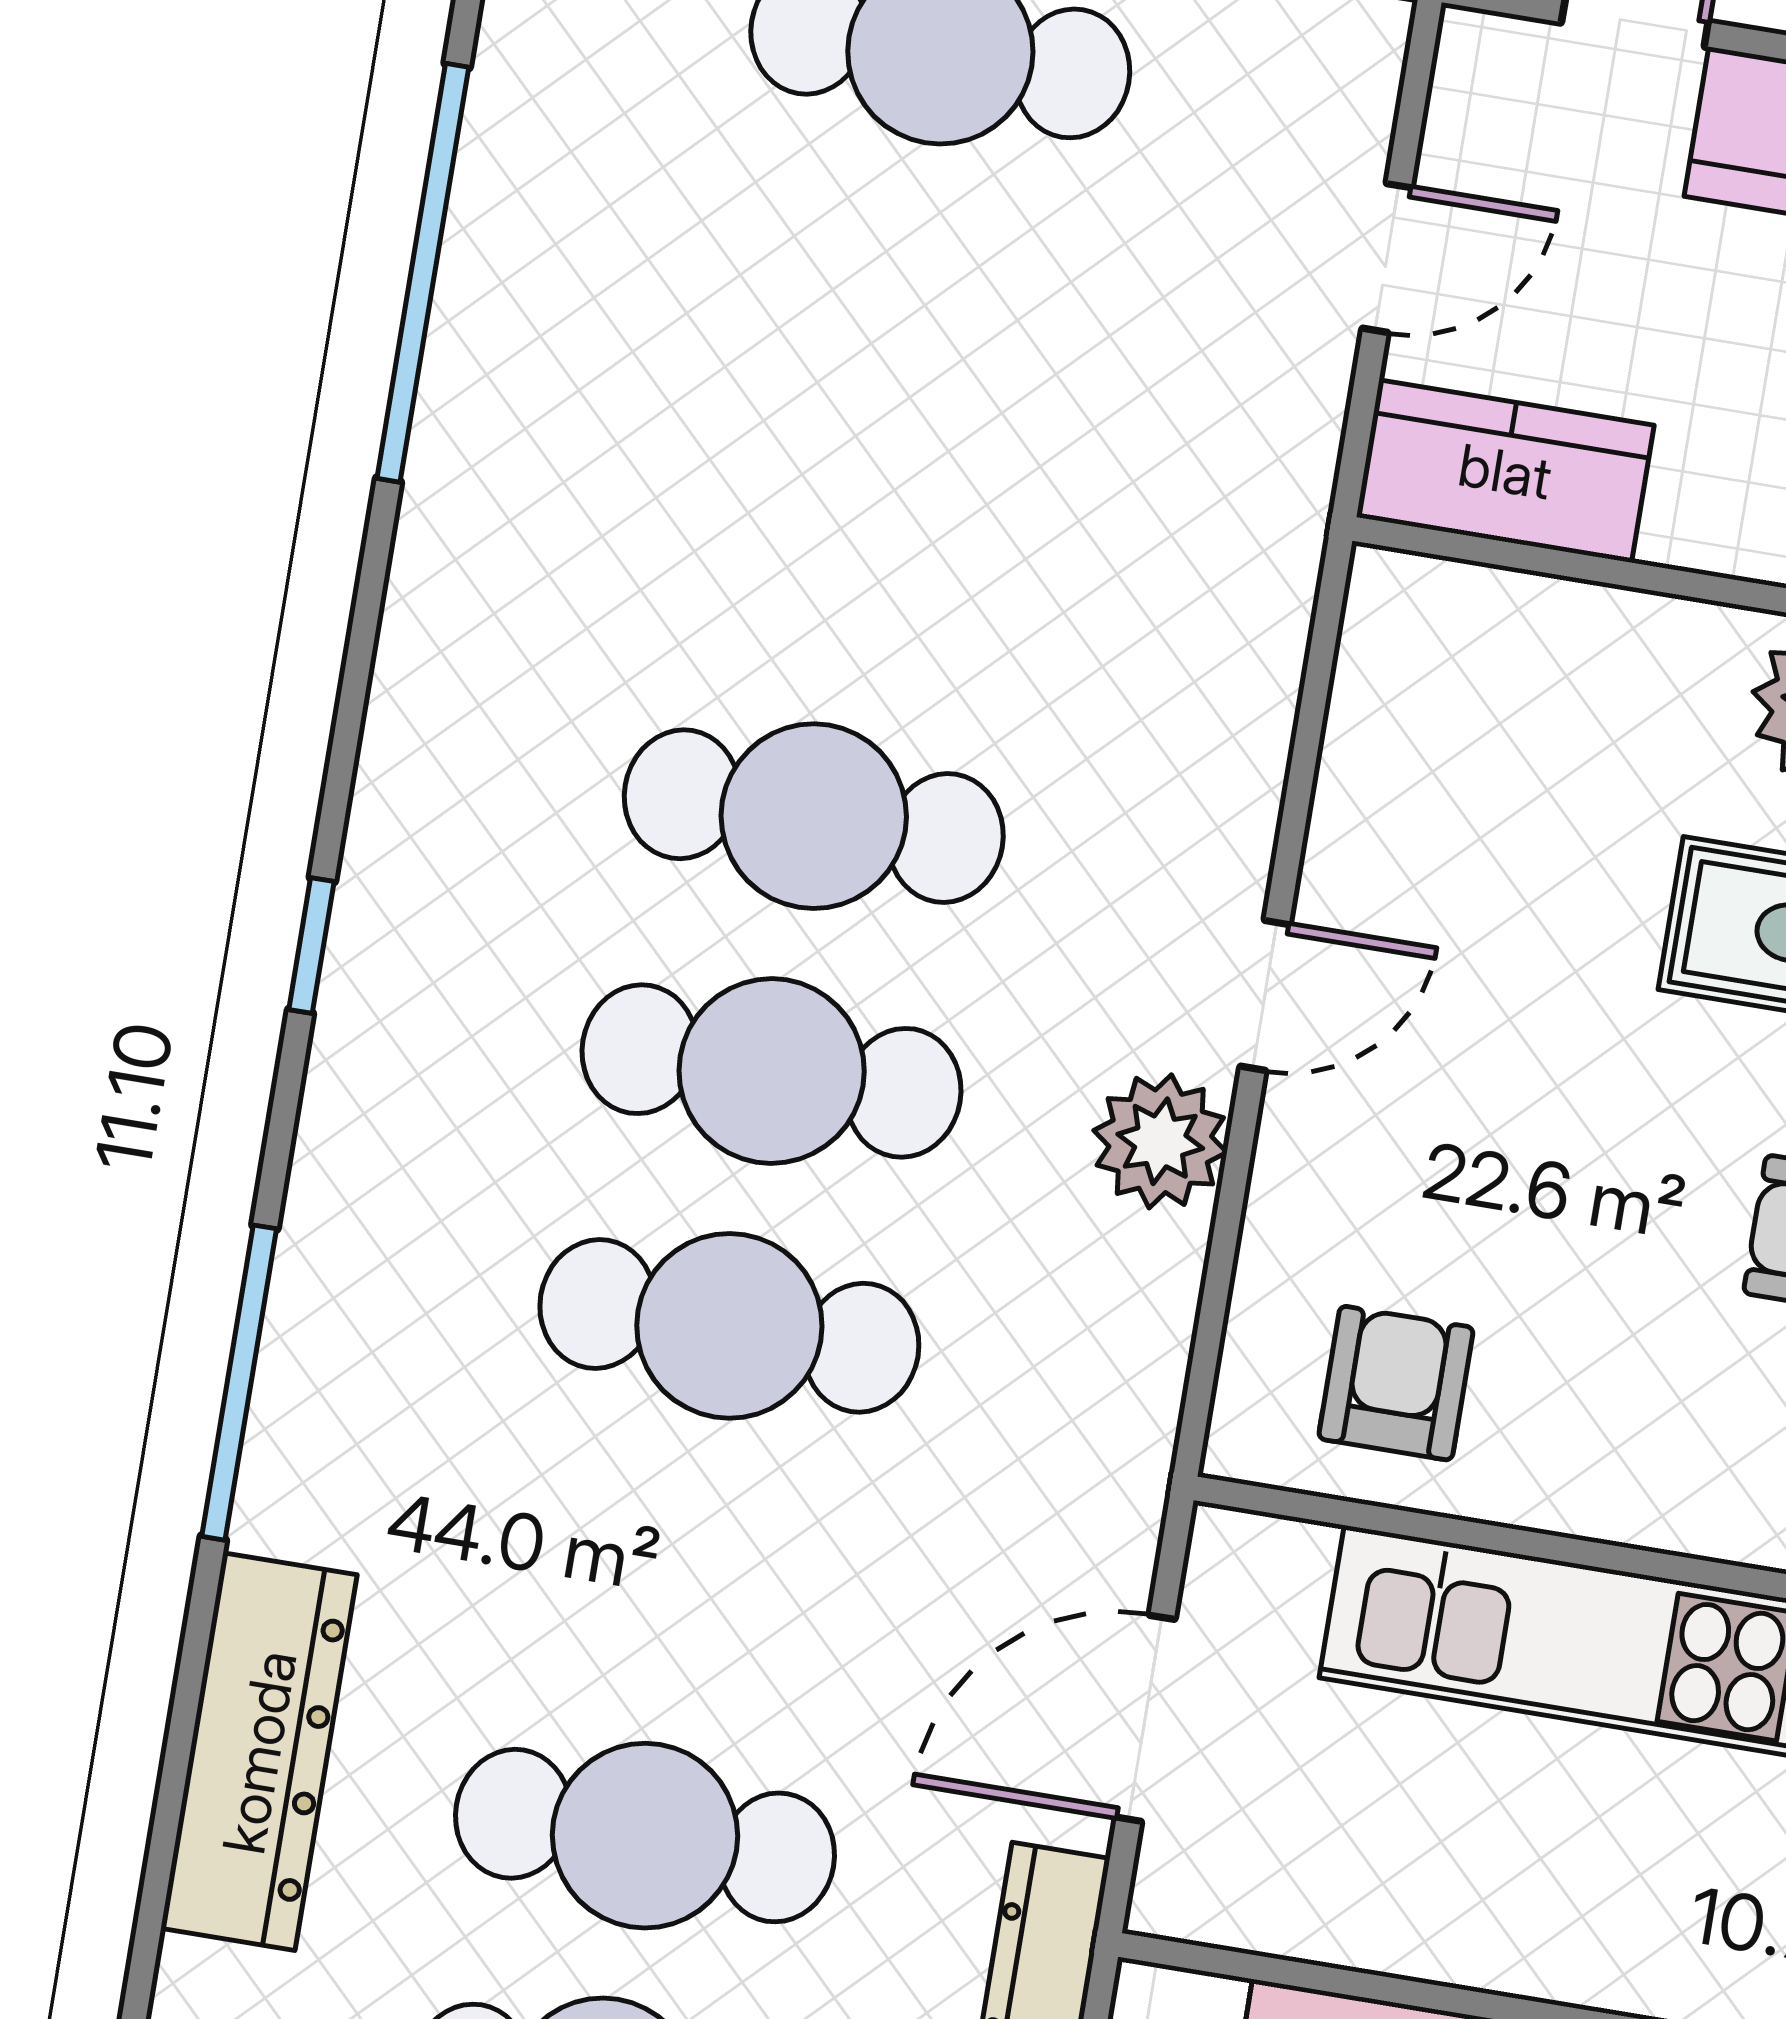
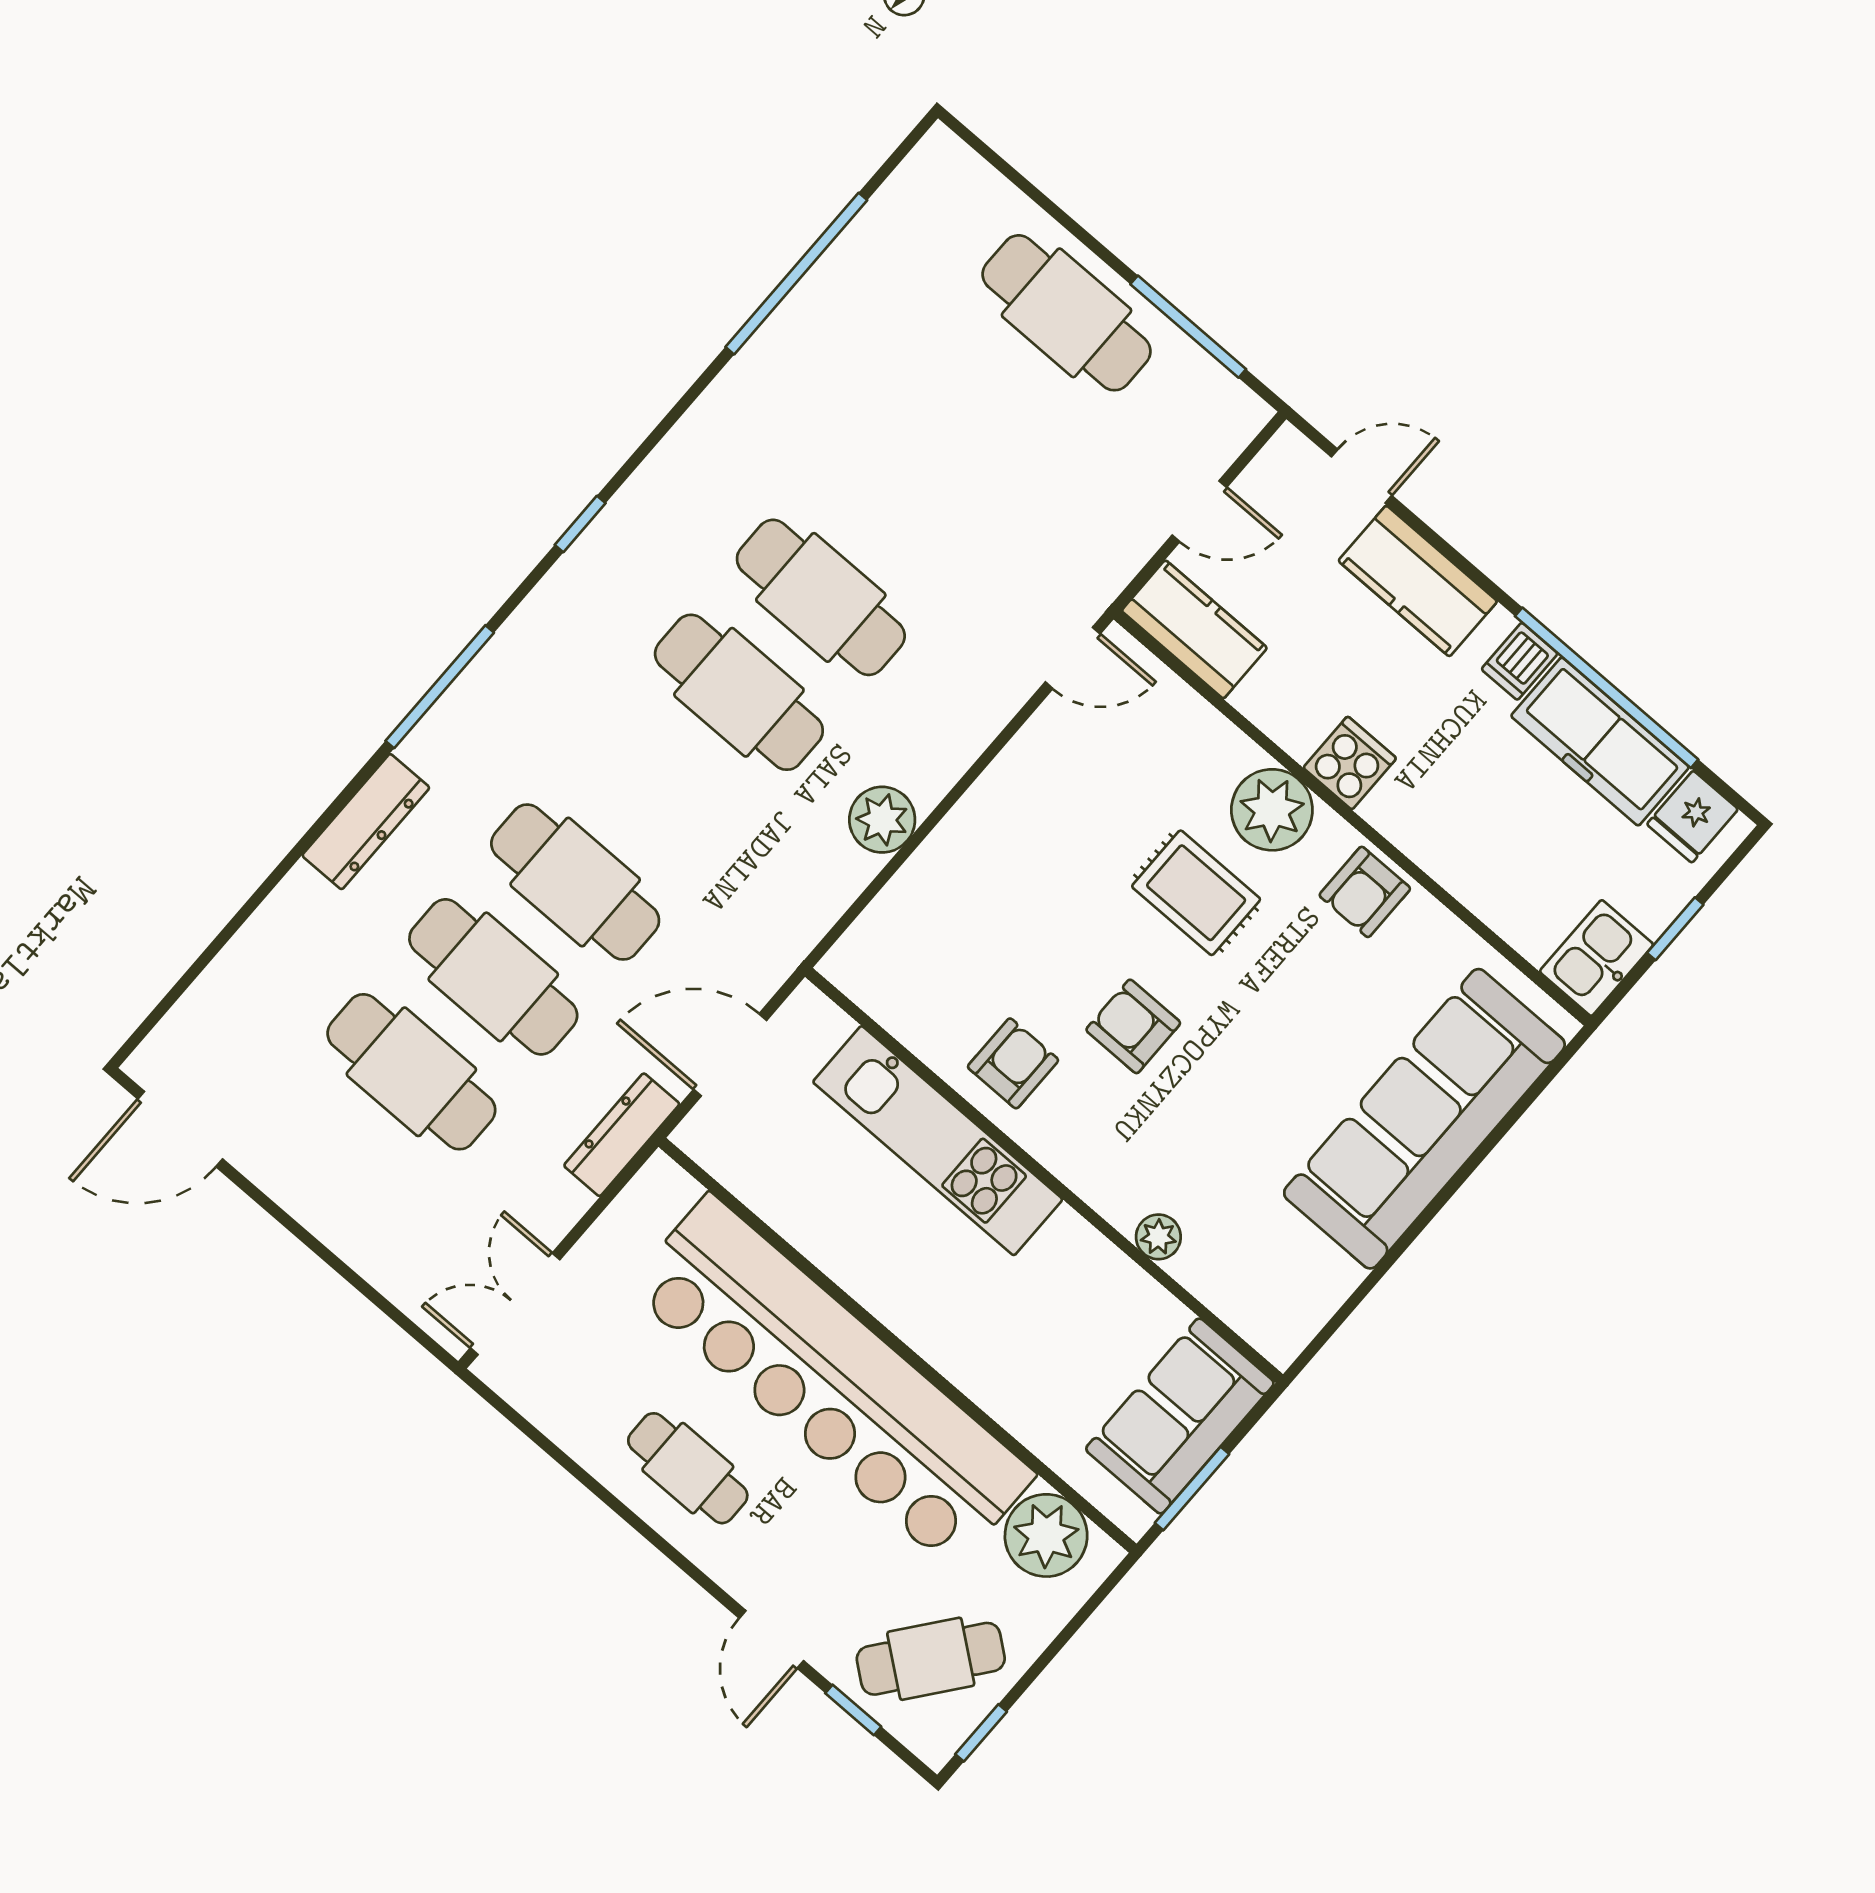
door: (1265, 995) -> (1073, 658), moved
cafe table: (729, 1326) -> (575, 882), moved
armchair: (1396, 1383) -> (1013, 1063), moved
dresser: (259, 1752) -> (366, 822), width x0.73, depth x0.80

